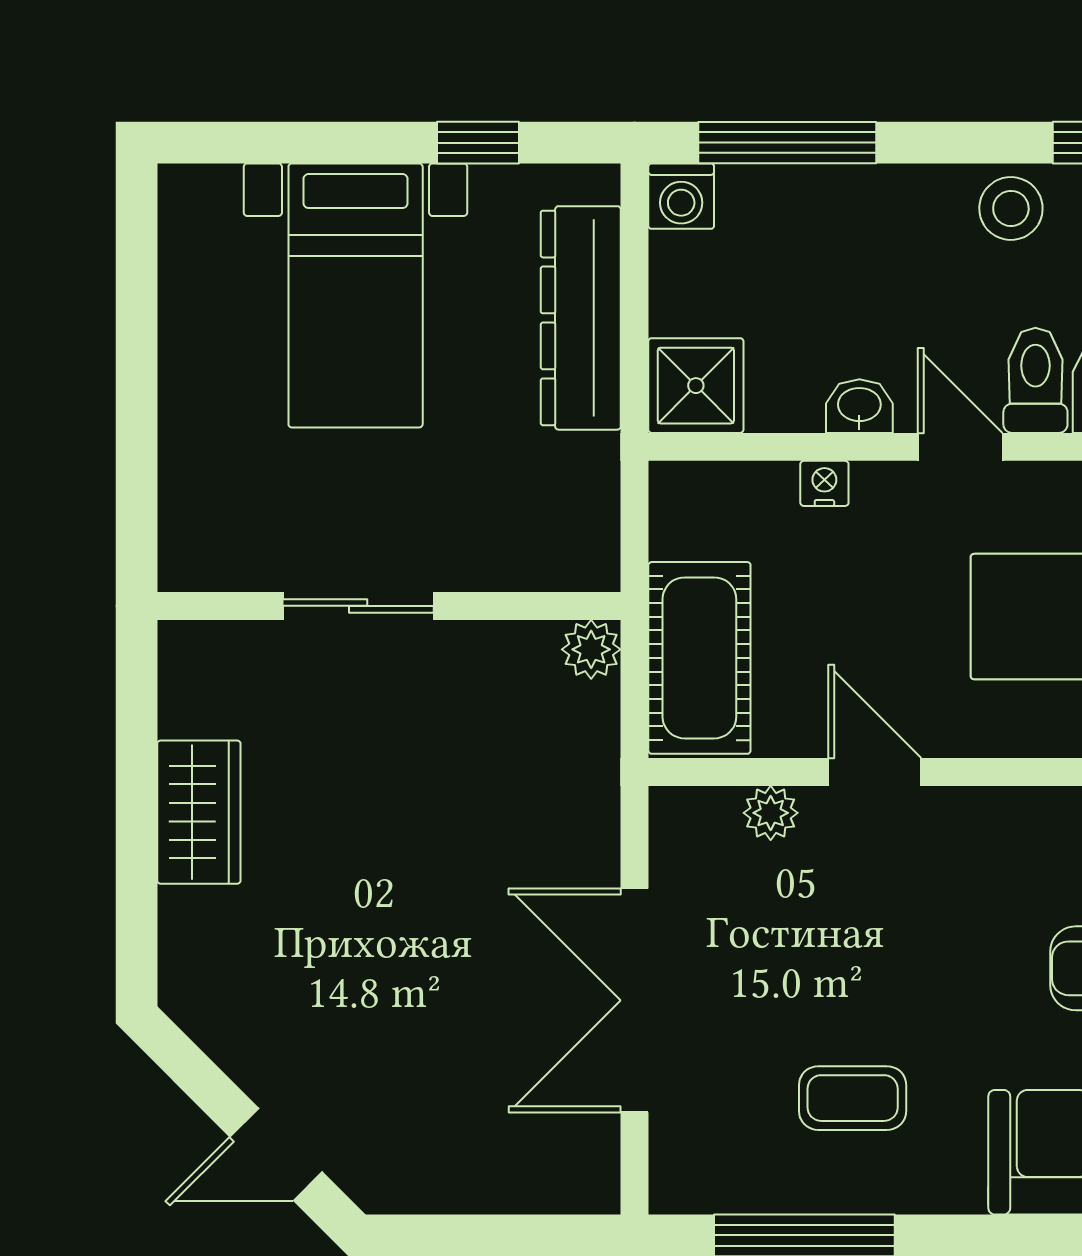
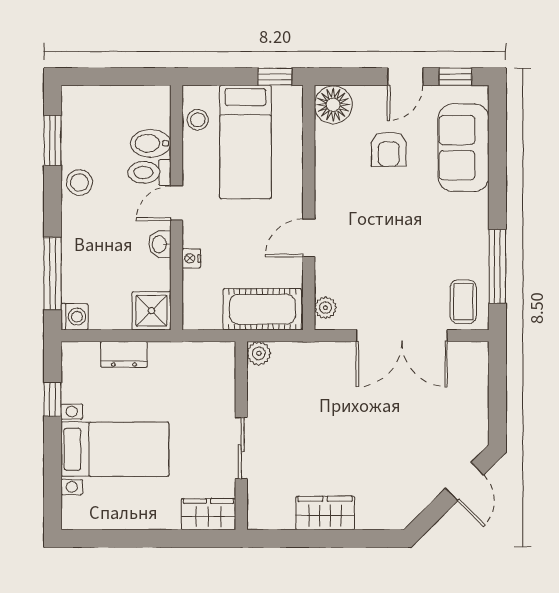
dresser: (581, 318) -> (124, 354), width x0.51, depth x0.80
wardrobe: (196, 526) -> (208, 514), added
plant: (771, 813) -> (325, 308), moved
coffee table: (853, 1098) -> (463, 302), moved

